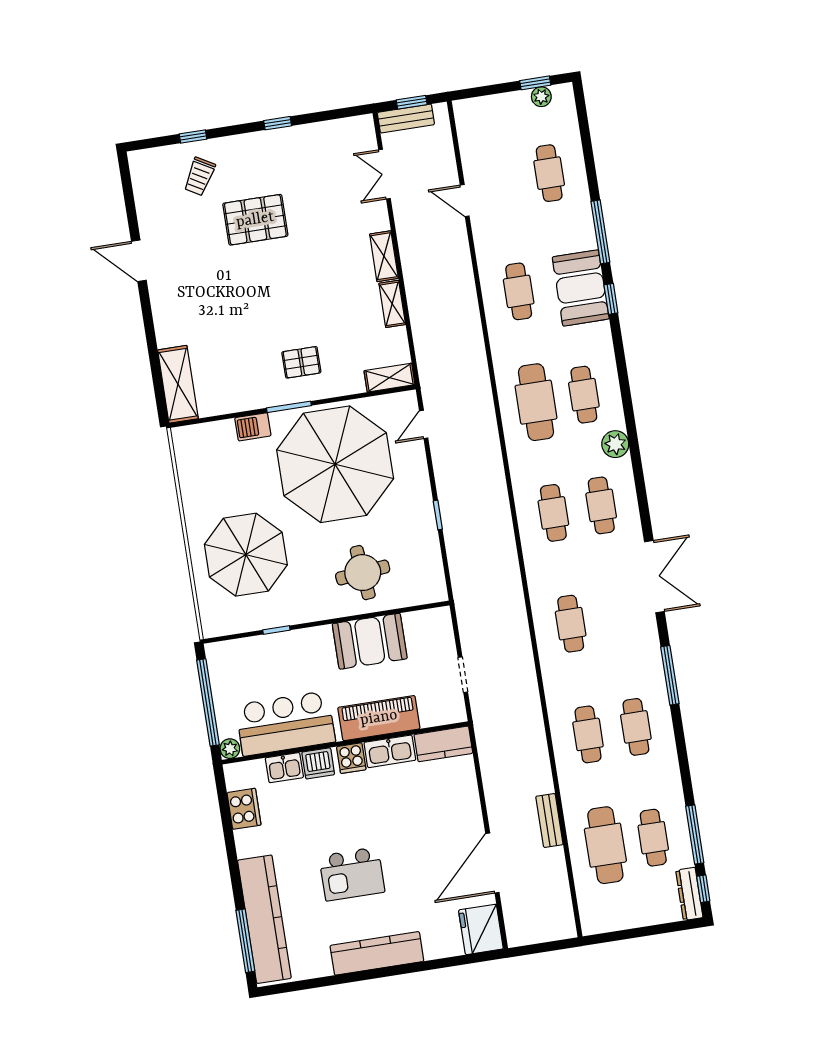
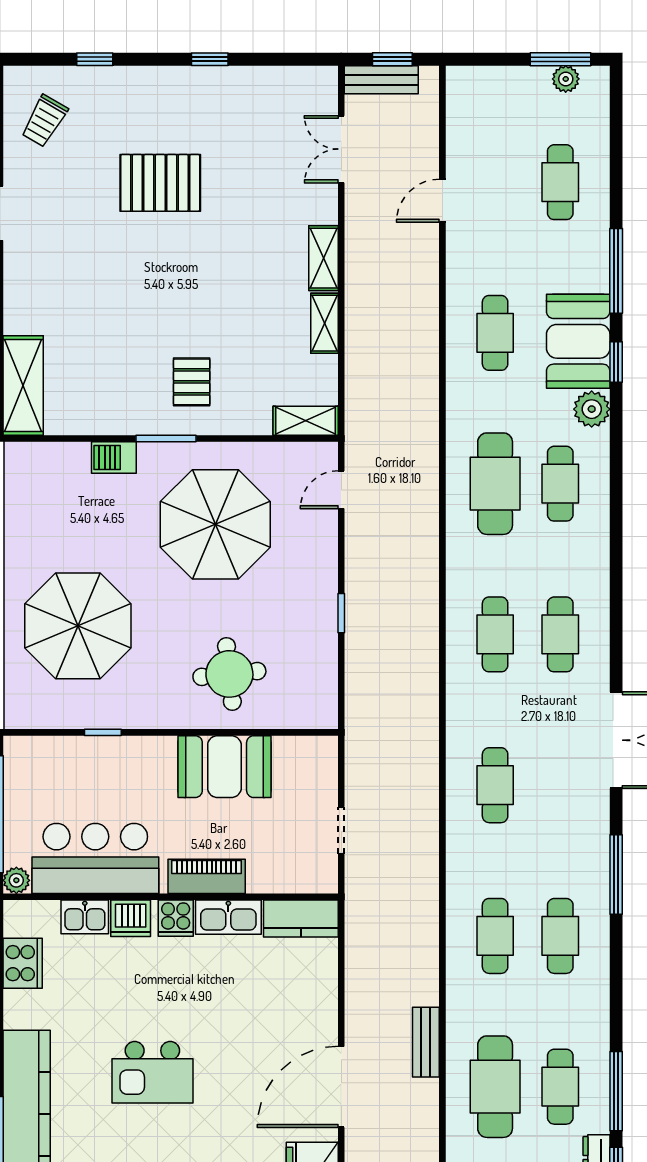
window: (535, 83) -> (561, 59), width x1.50
trolley: (199, 176) -> (44, 121), moved
door: (465, 200) -> (442, 201), hinge flipped
pallet: (301, 362) -> (192, 382), turned 90
plant: (615, 444) -> (592, 409), moved
parasol: (335, 464) -> (215, 524), width x0.73, depth x0.73
piano: (379, 718) -> (207, 876), width x0.73, depth x0.75

